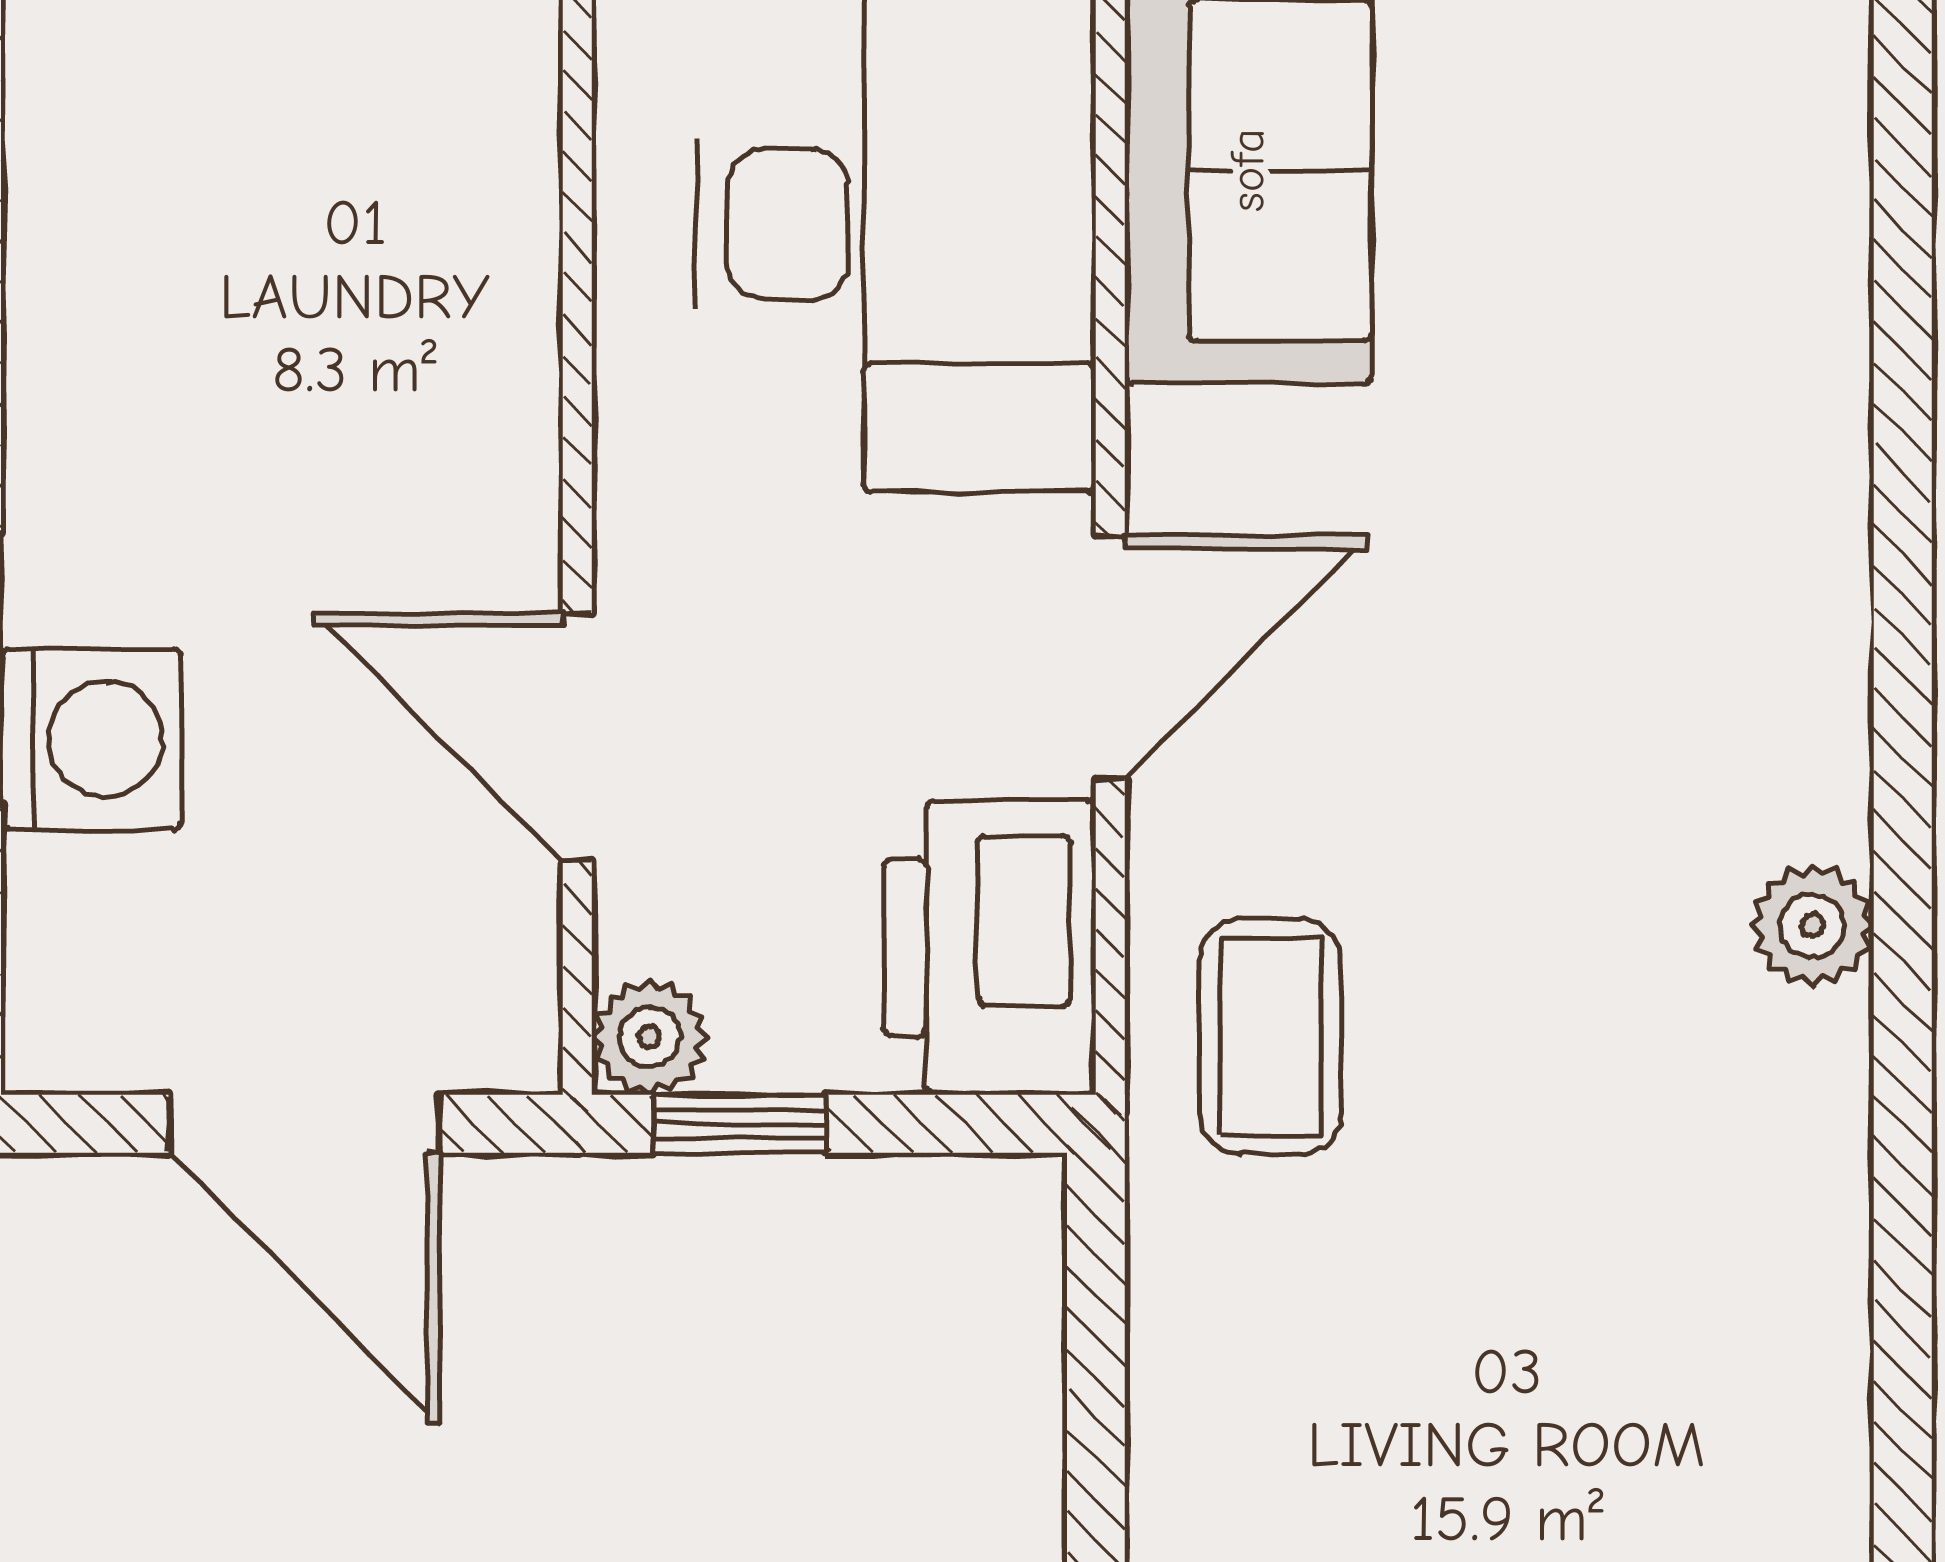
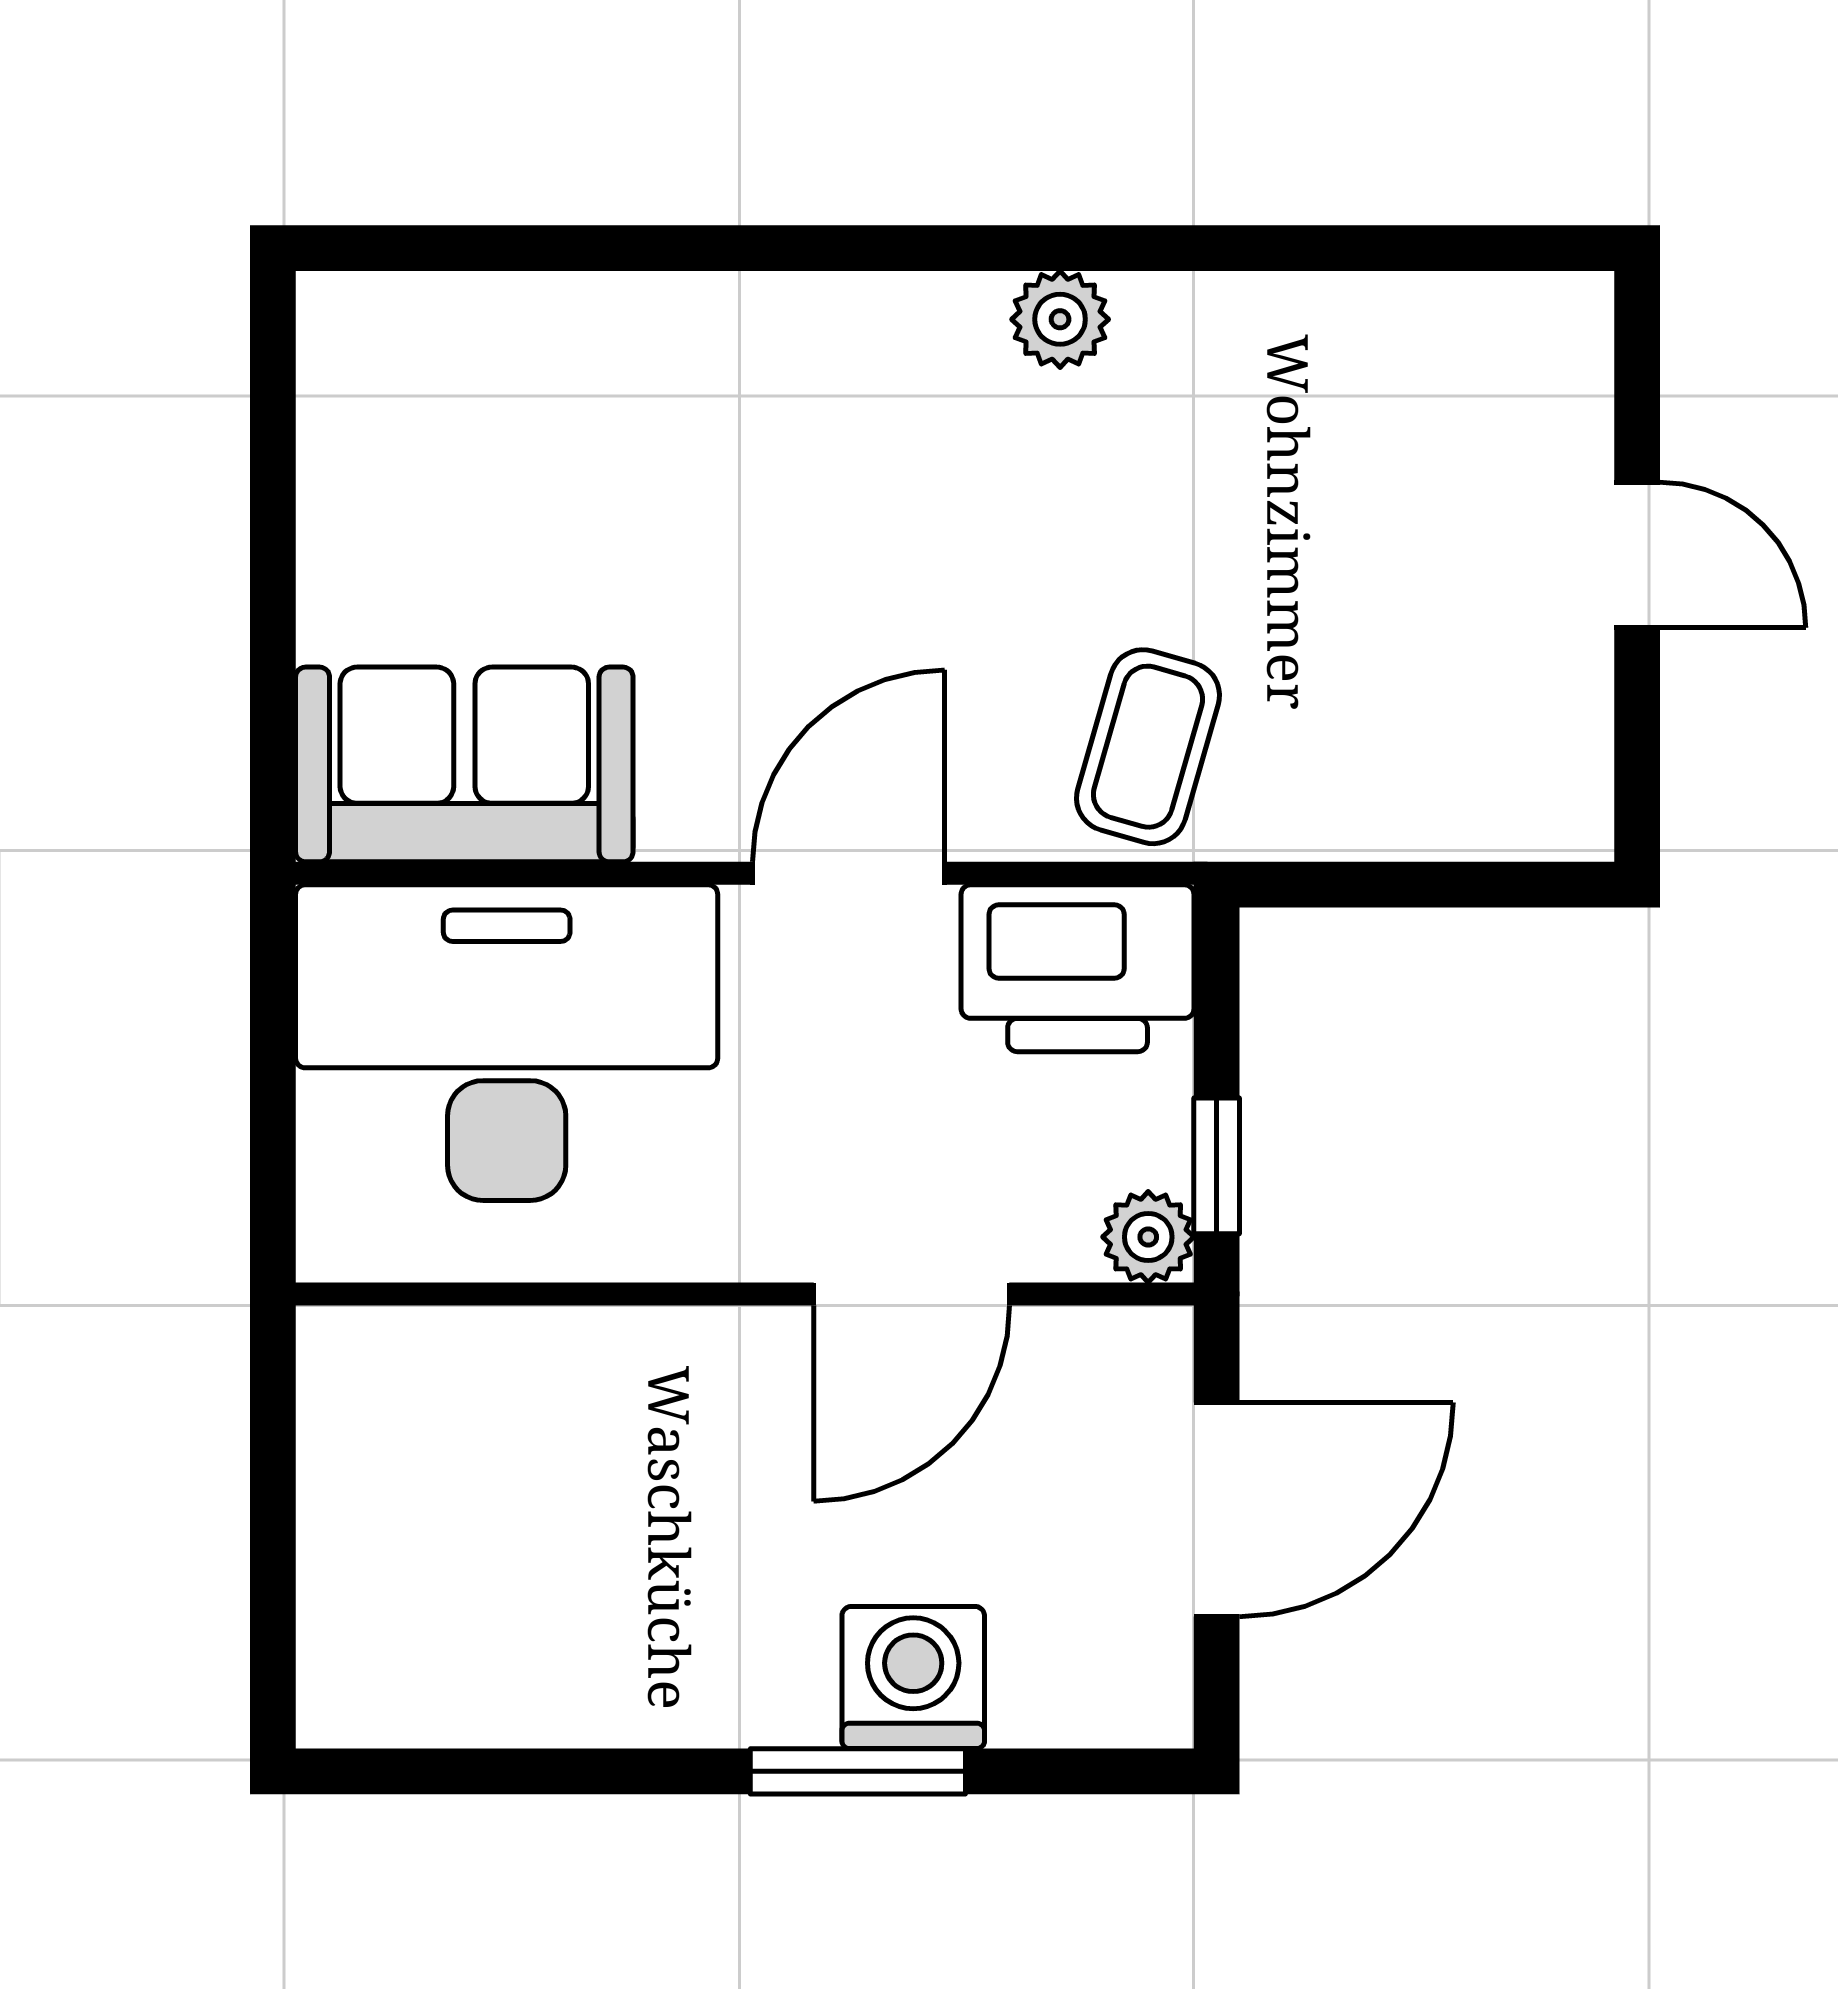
door: (1110, 657) -> (849, 873), hinge flipped
coffee table: (1271, 1037) -> (1148, 747), turned -74

